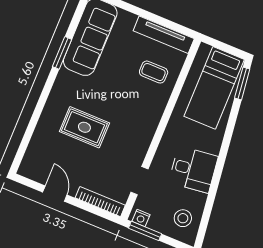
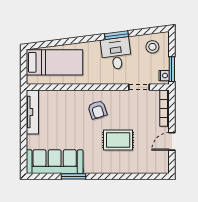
coffee table: (154, 72) -> (61, 108), removed
window: (242, 84) -> (117, 35), moved
armchair: (133, 117) -> (97, 110), added
rug: (84, 127) -> (118, 140), turned 90

